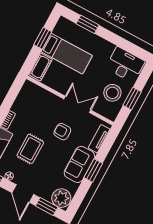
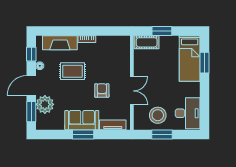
window: (43, 38) -> (162, 31), moved
bed: (67, 54) -> (190, 58), moved
plant: (61, 198) -> (45, 104), moved

